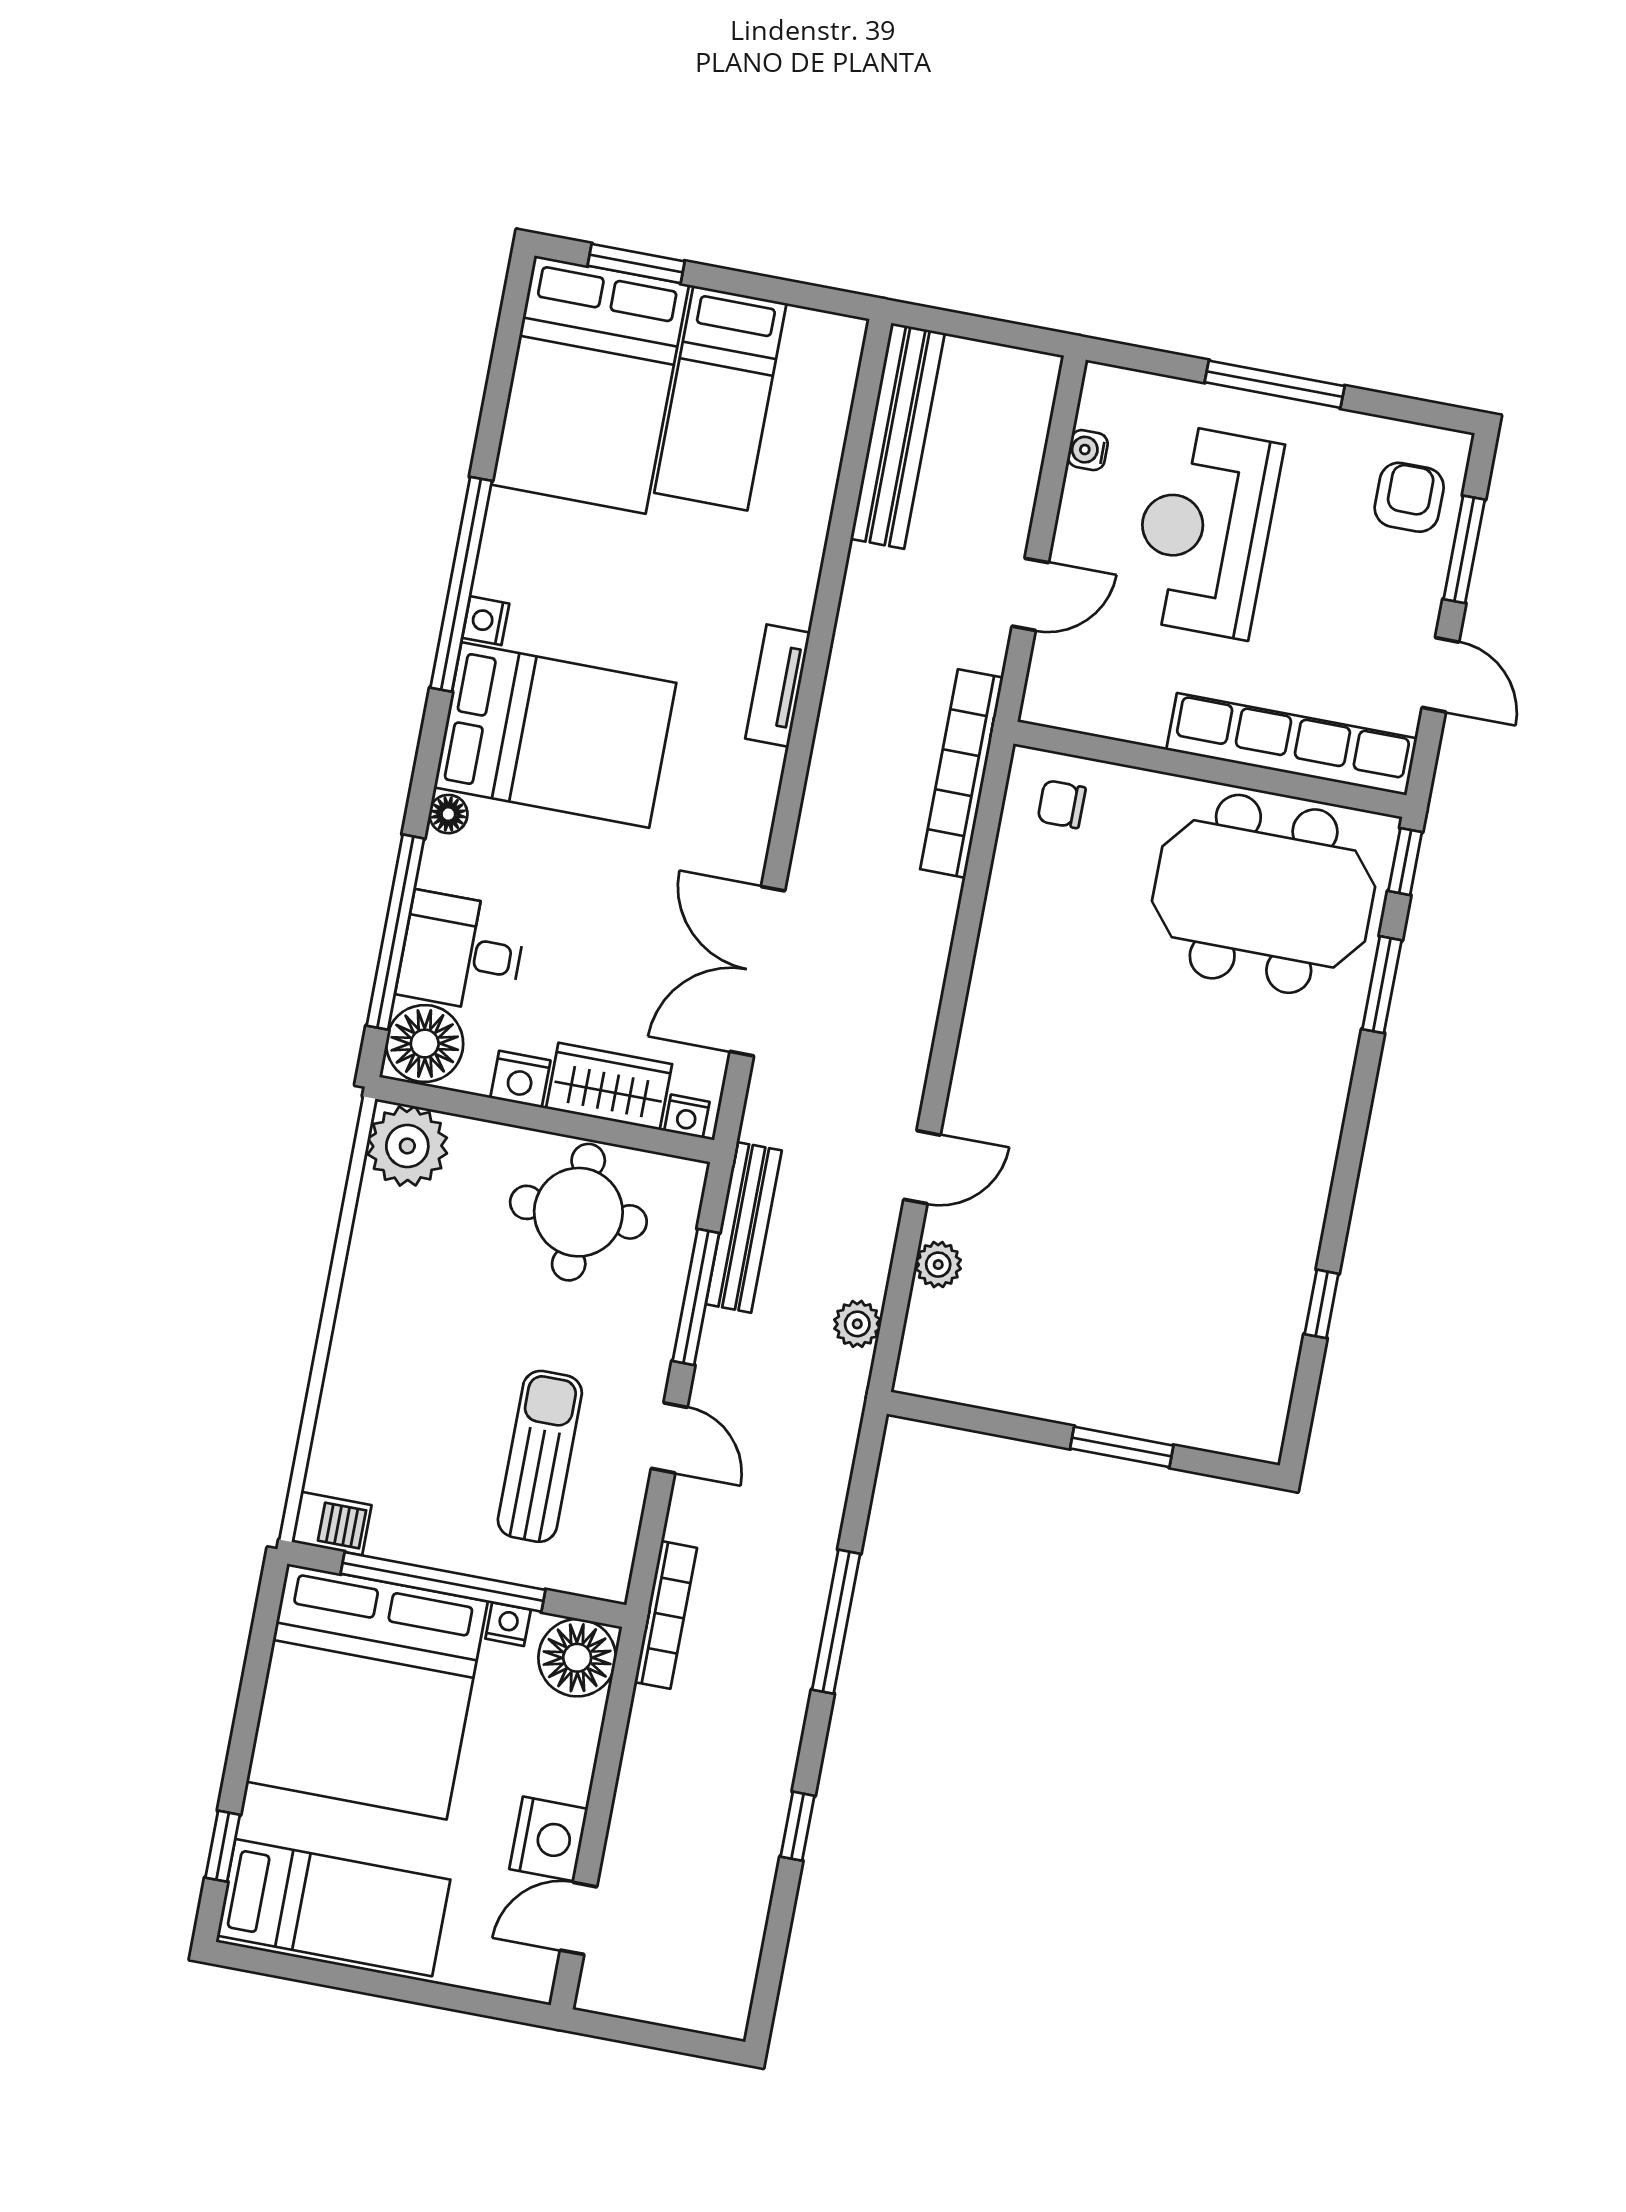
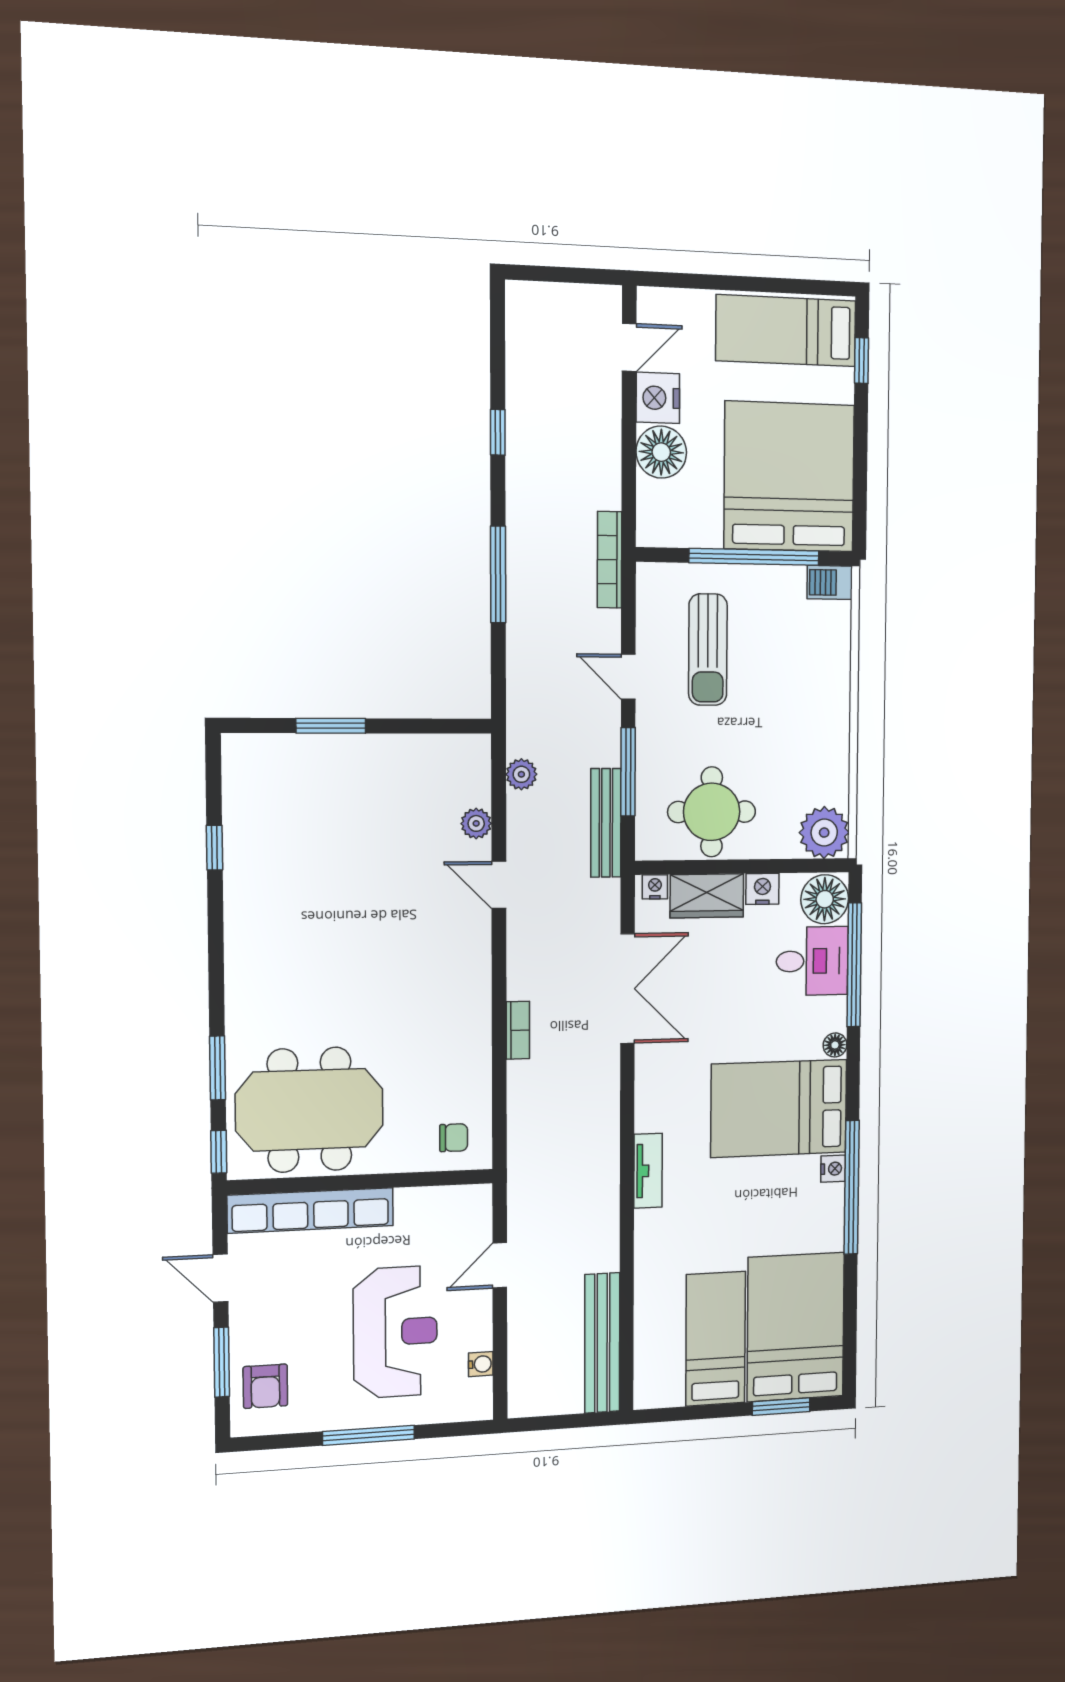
bookcase: (962, 773) -> (518, 1030), moved, width x0.43, depth x0.76
door: (922, 1167) -> (499, 885), hinge flipped
nightstand: (508, 1624) -> (709, 536), removed
floor lamp: (577, 1658) -> (661, 452), moved

